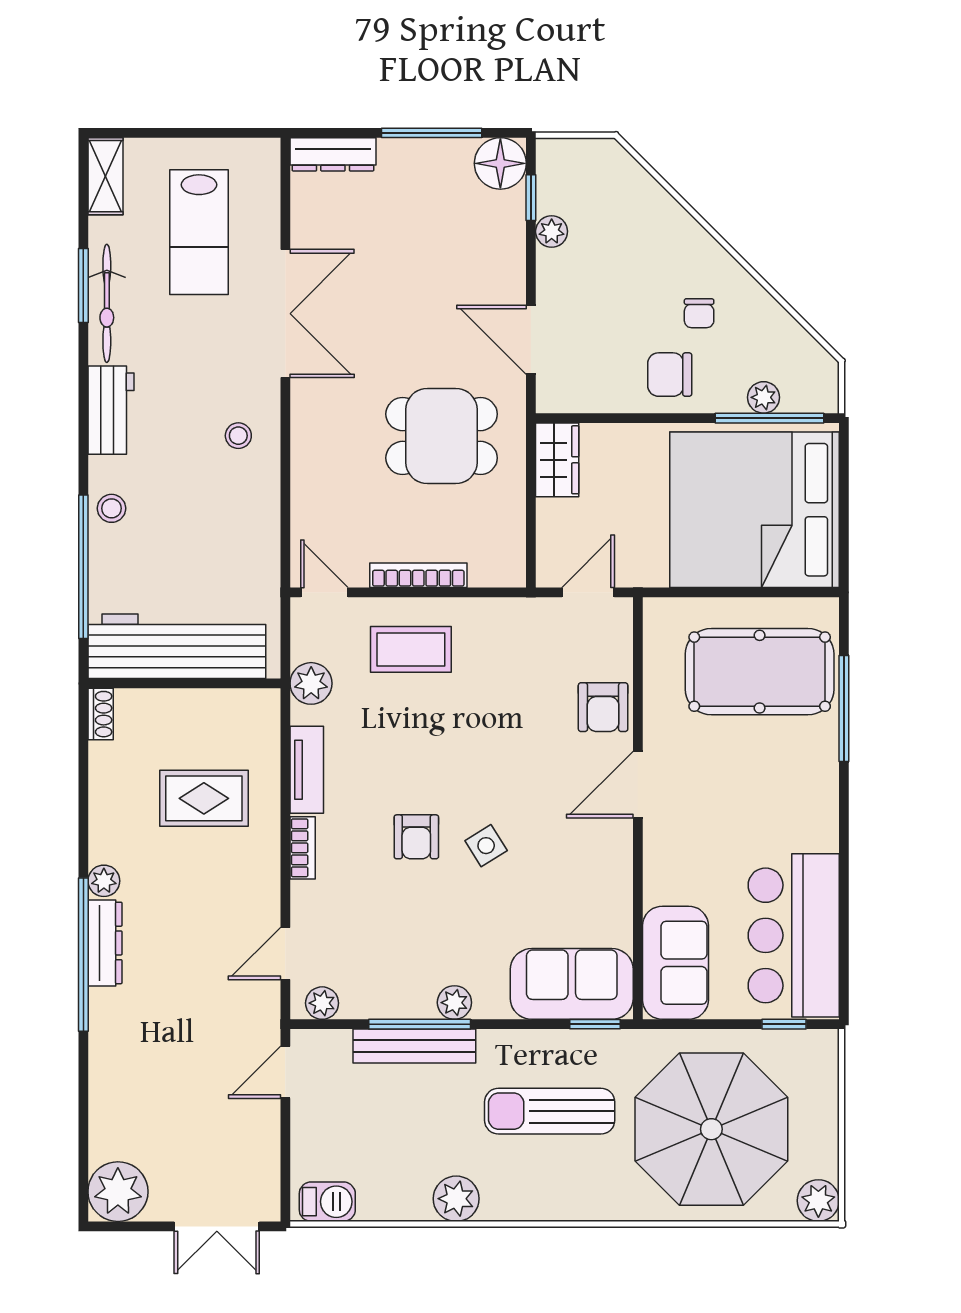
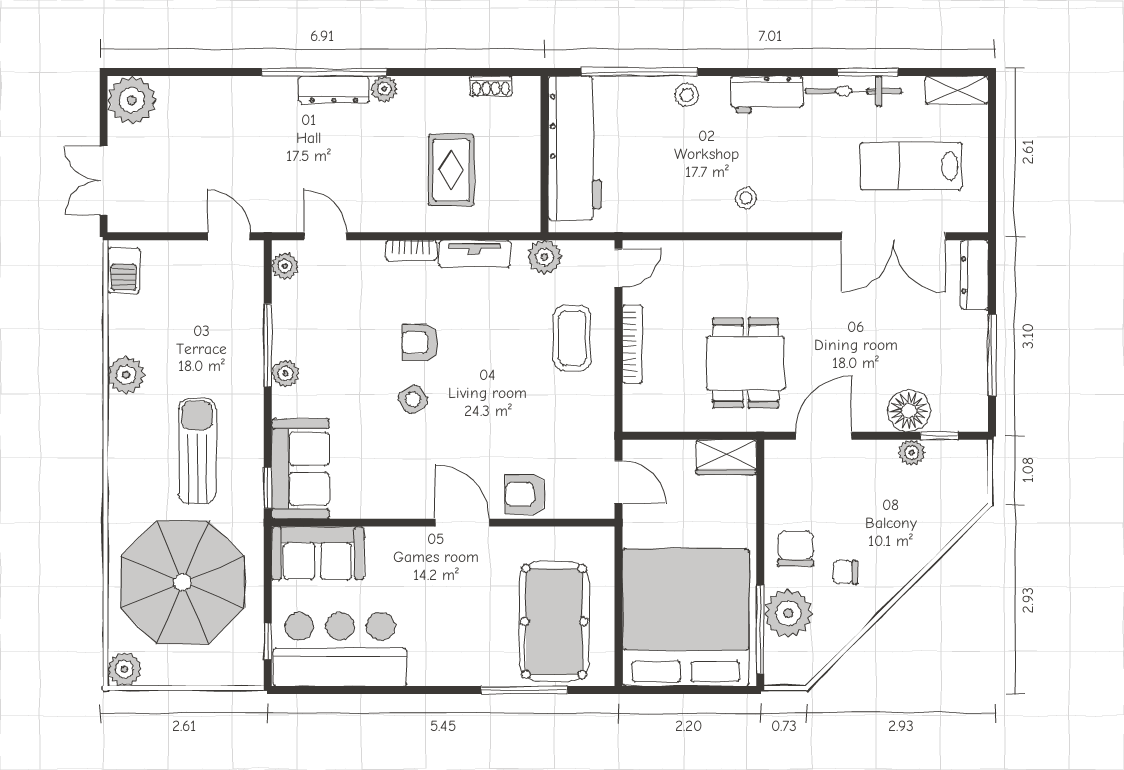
floor lamp: (500, 163) -> (909, 411), moved
double door: (285, 314) -> (893, 236), moved
plant: (764, 397) -> (788, 613), width x1.88, depth x1.88
shoe rack: (101, 714) -> (491, 86), moved
bench: (414, 1046) -> (250, 341), removed

